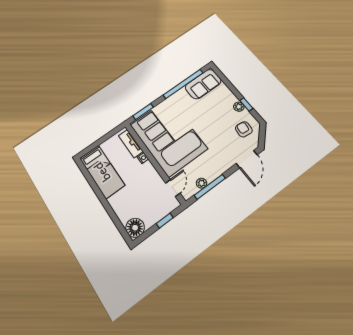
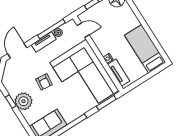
plant: (239, 107) -> (23, 101), width x1.88, depth x1.88
armchair: (244, 129) -> (44, 82), moved
tv unit: (217, 171) -> (44, 42), added
door: (173, 188) -> (83, 30), swing flipped

